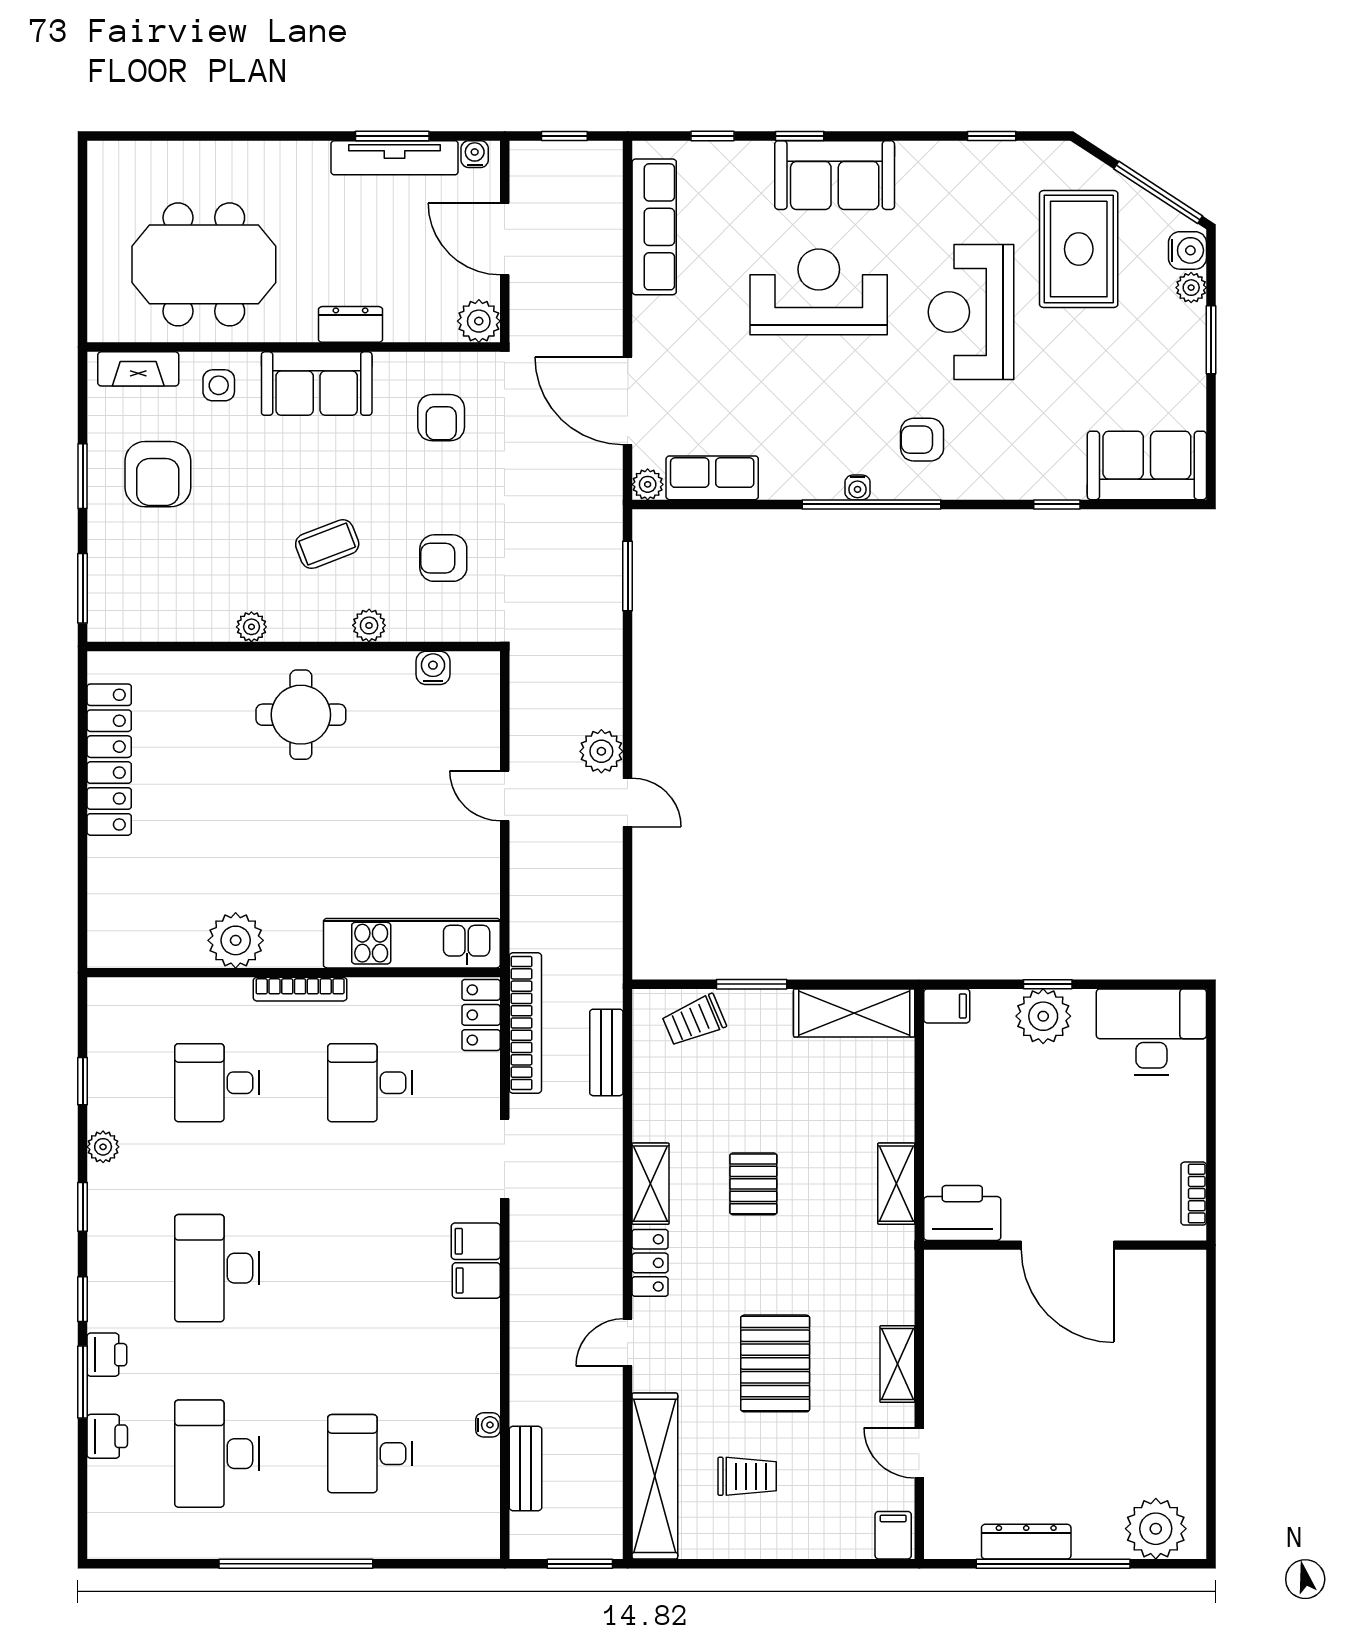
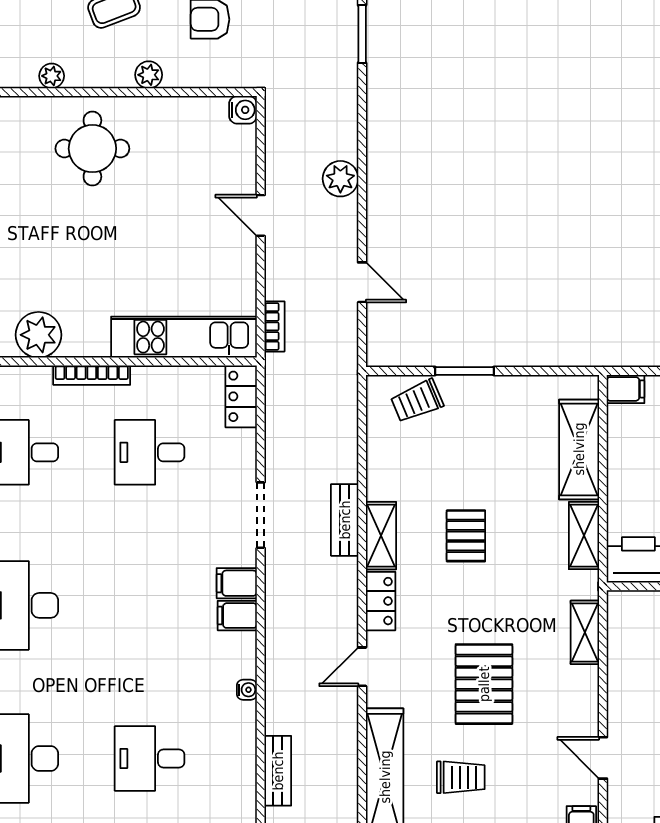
water cooler: (433, 668) -> (243, 110), moved, turned 90
door: (628, 802) -> (362, 282), moved
shelving: (854, 1013) -> (579, 449), moved, turned 90
bookcase: (525, 1023) -> (275, 326), moved, width x0.43, depth x0.76
bench: (606, 1052) -> (345, 520), moved
shelving: (897, 1364) -> (585, 632), moved
water cooler: (488, 1425) -> (247, 690), moved

